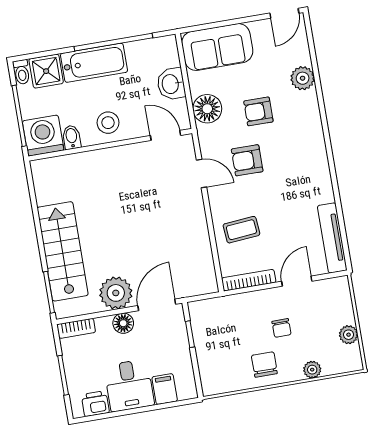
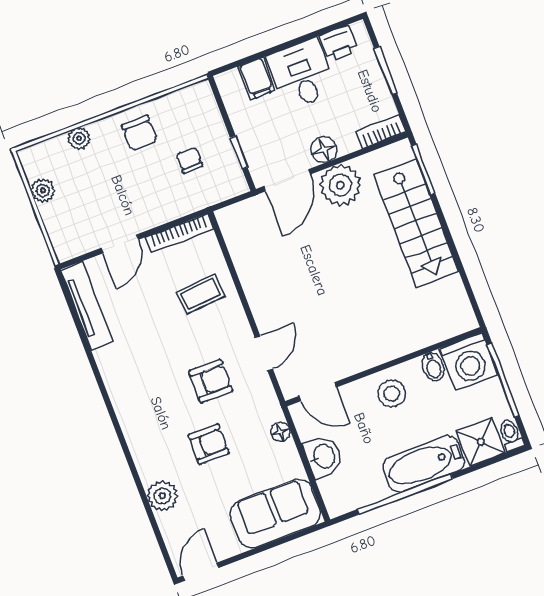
floor lamp: (207, 109) -> (280, 432), width x0.53, depth x0.53
door: (201, 174) -> (264, 353), swing flipped
chair: (282, 328) -> (189, 160), moved

